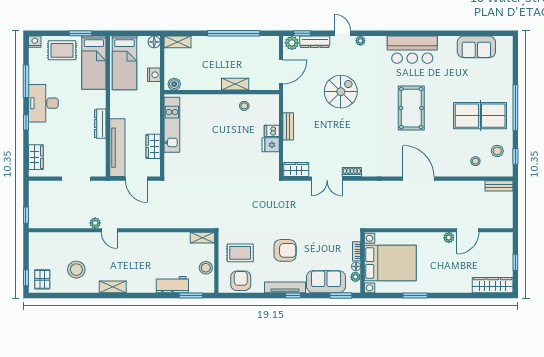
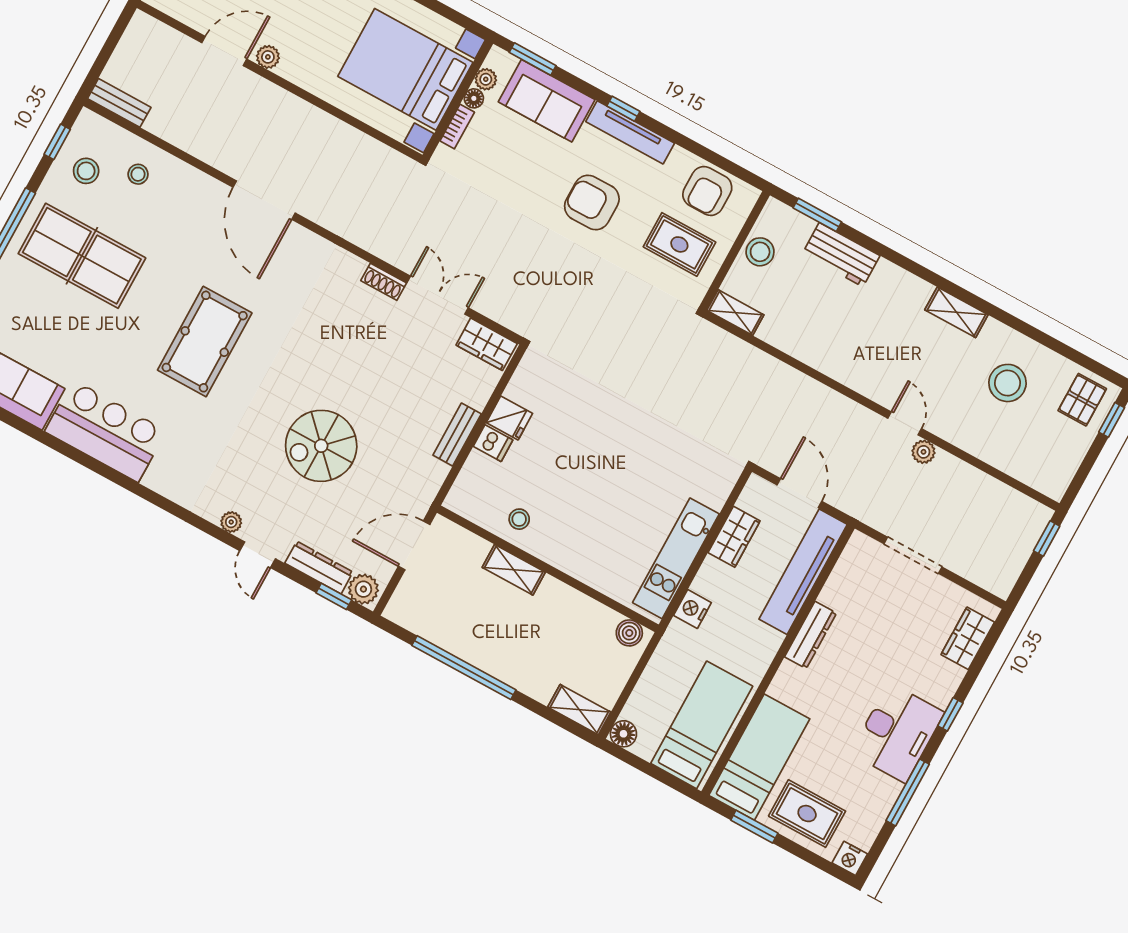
bar counter: (412, 50) -> (106, 431), moved
nightstand: (154, 75) -> (692, 609), moved

